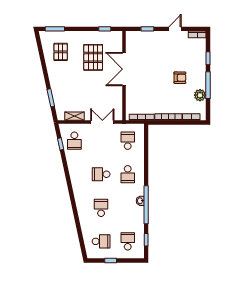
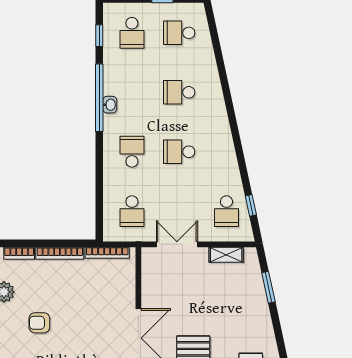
double door: (102, 122) -> (177, 244), swing flipped
school desk: (74, 141) -> (226, 211), turned 180
school desk: (101, 174) -> (179, 152), turned 180
school desk: (101, 208) -> (179, 92), turned 90

